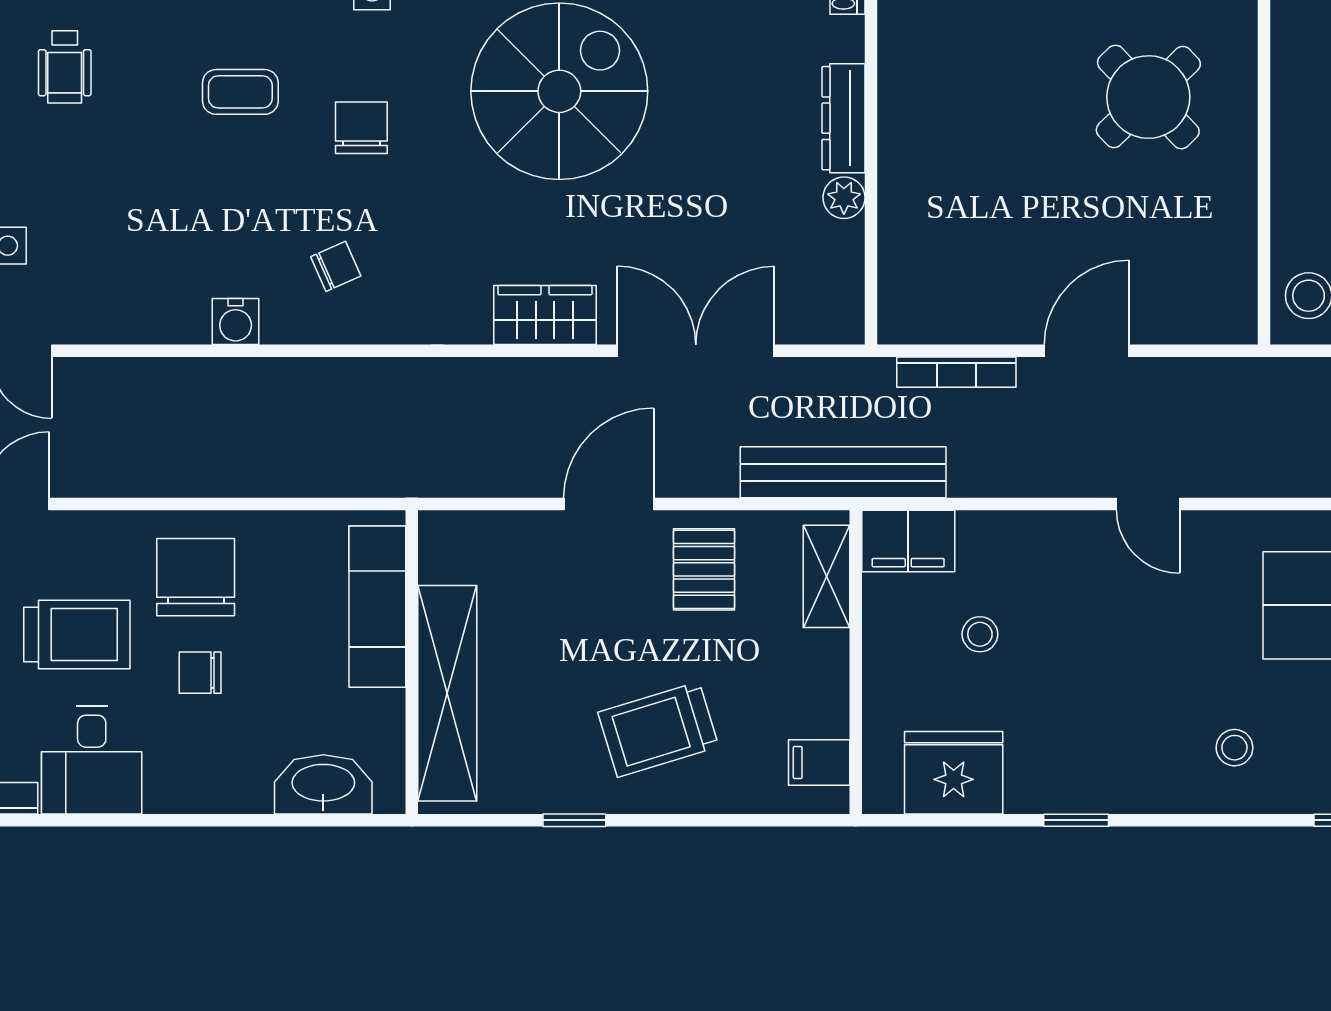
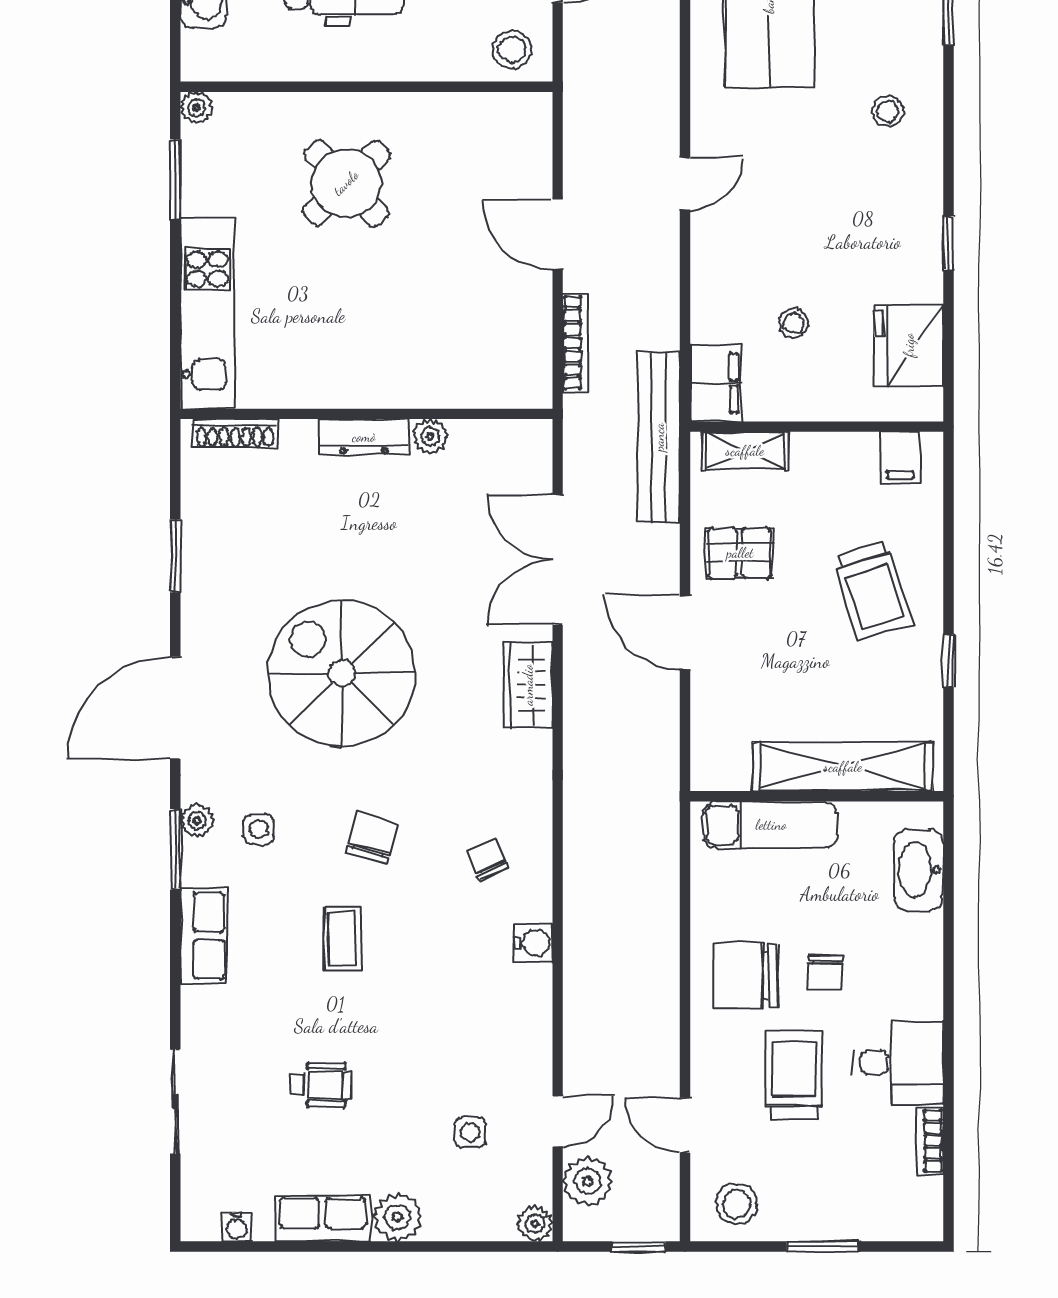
chair: (361, 128) -> (372, 838), turned 106

